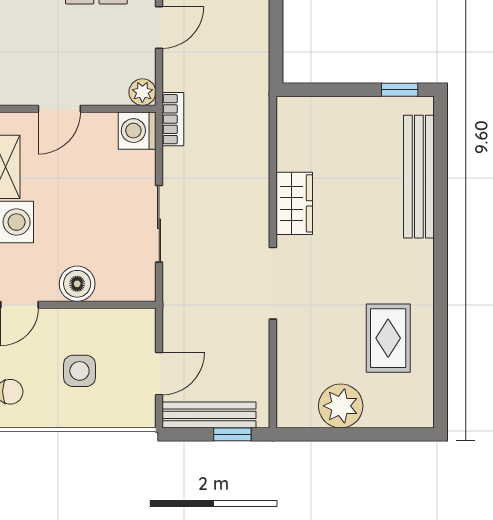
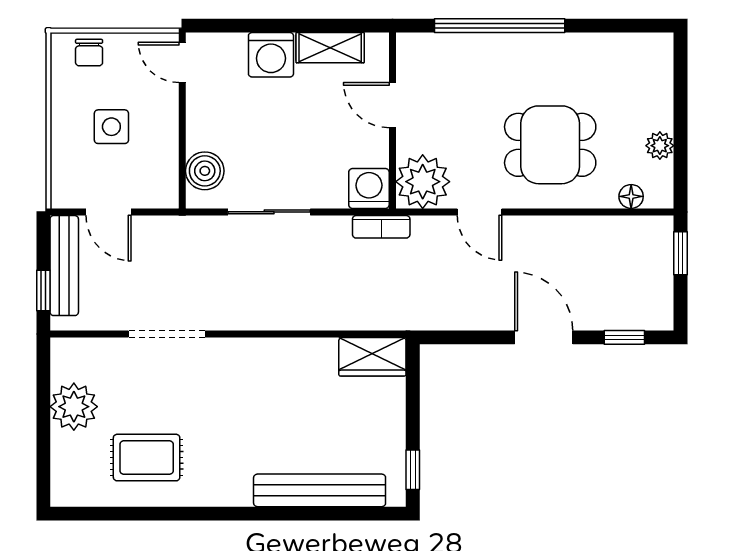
plant: (142, 92) -> (423, 182), width x1.87, depth x1.87
wardrobe: (294, 203) -> (372, 357), moved
doorway: (273, 283) -> (167, 334), moved
boiler: (77, 284) -> (205, 171), moved

